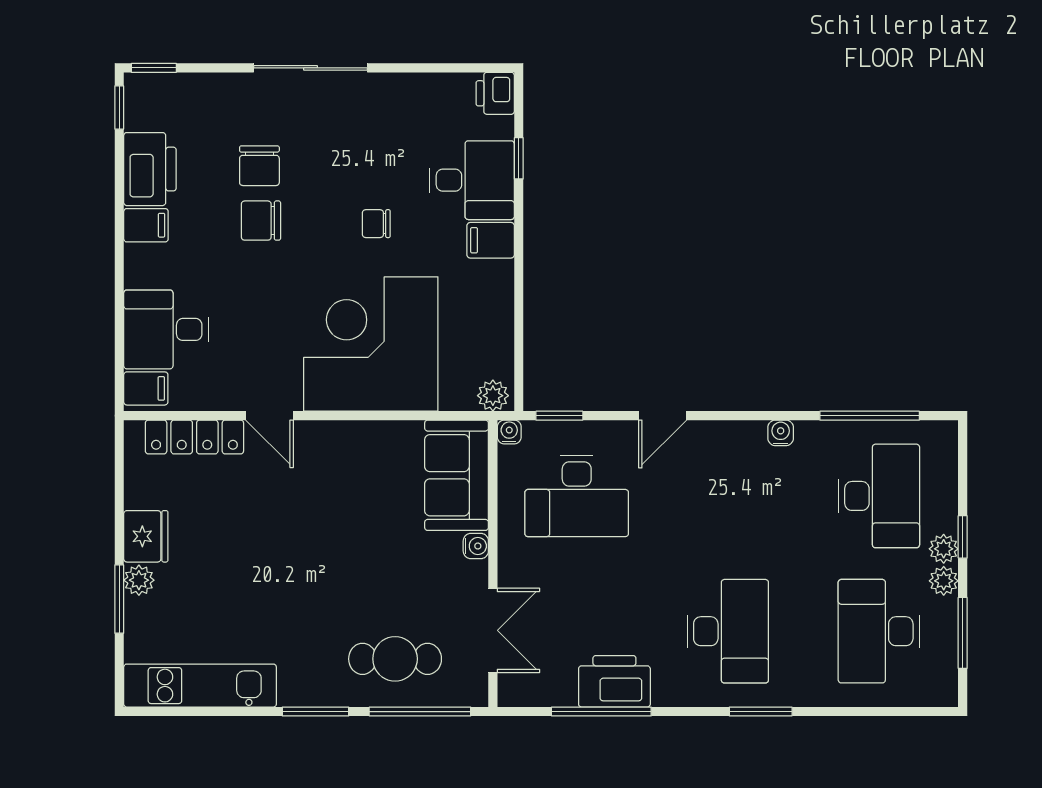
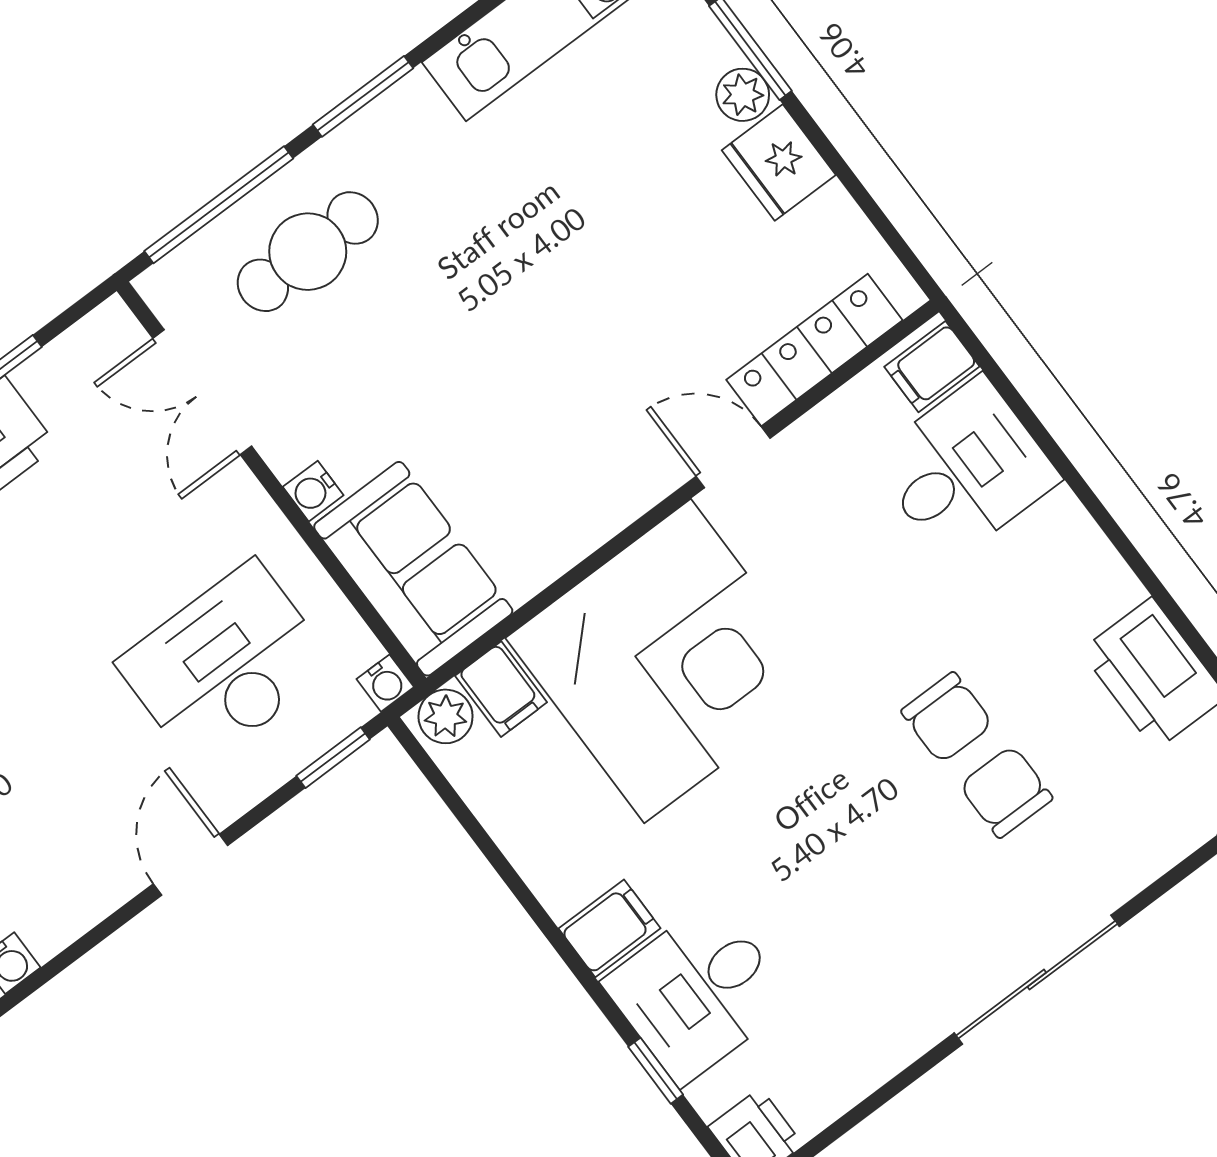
chair: (261, 221) -> (947, 718), turned 90
chair: (376, 224) -> (785, 833), removed
filing cabinet: (146, 225) -> (501, 689), moved, turned -90

